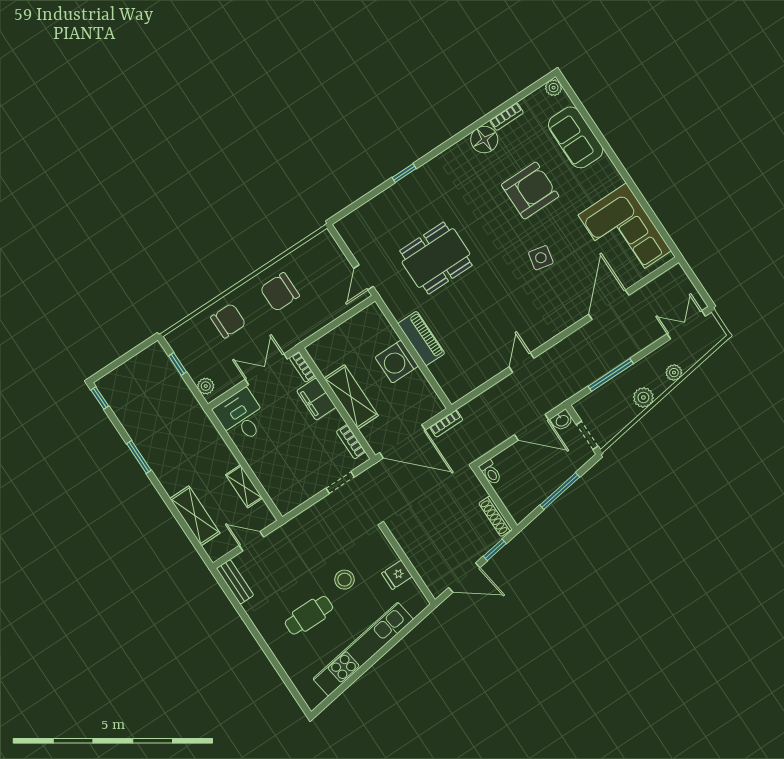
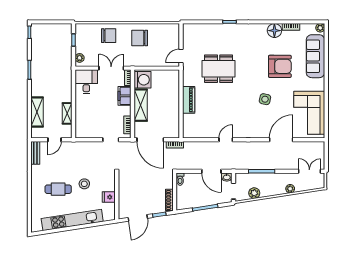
sofa: (576, 137) -> (315, 56), width x1.36
washing machine: (397, 362) -> (142, 80), moved, turned 180
plant: (643, 397) -> (254, 193), moved
door: (251, 541) -> (54, 140), swing flipped
door: (464, 578) -> (138, 218), hinge flipped

